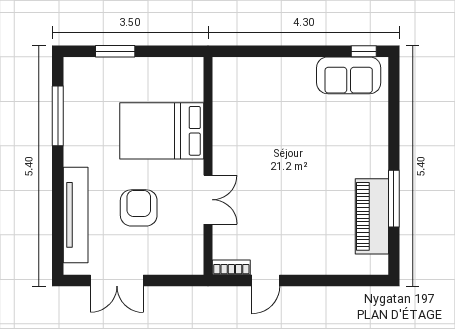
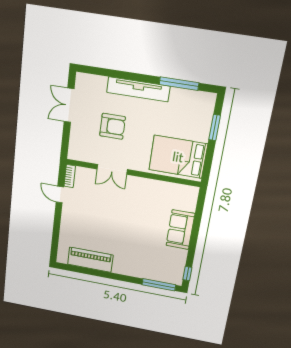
sofa: (349, 75) -> (180, 230), moved
bed: (162, 131) -> (178, 157), moved, turned -90
window: (394, 199) -> (159, 285), moved
tv unit: (76, 215) -> (138, 89), moved

